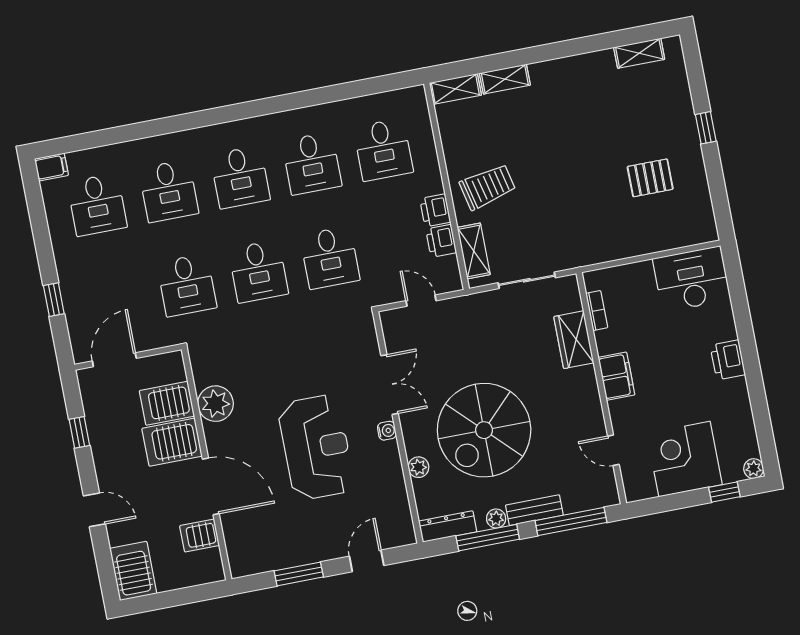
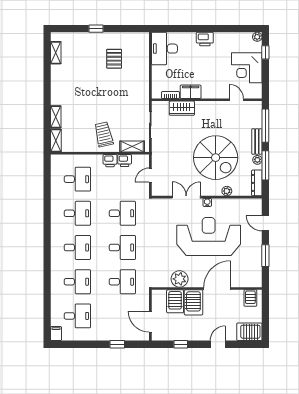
filing cabinet: (617, 376) -> (191, 92), moved
reception desk: (316, 447) -> (209, 236), width x1.36, depth x1.30
door: (613, 450) -> (236, 100), swing flipped
server rack: (200, 536) -> (250, 298), moved

